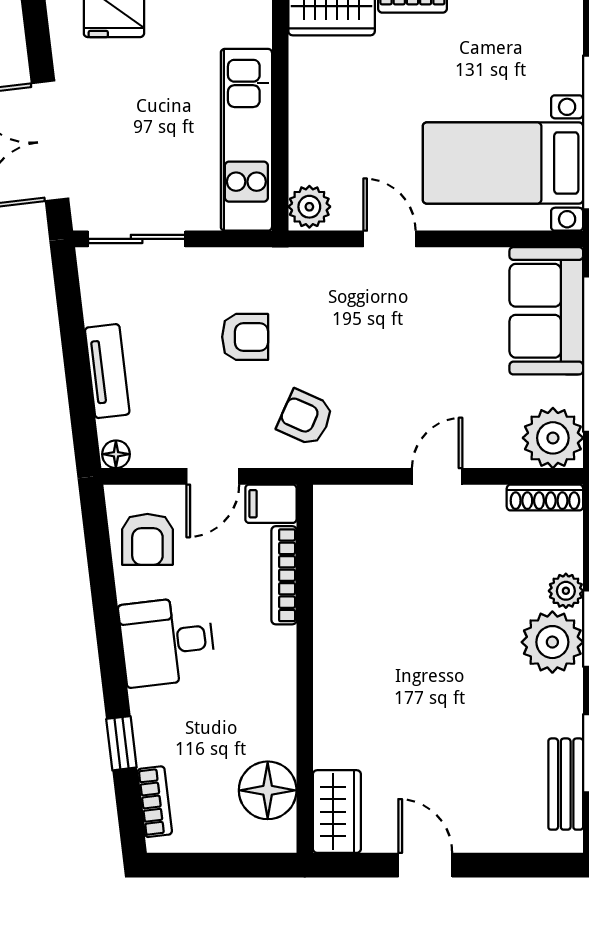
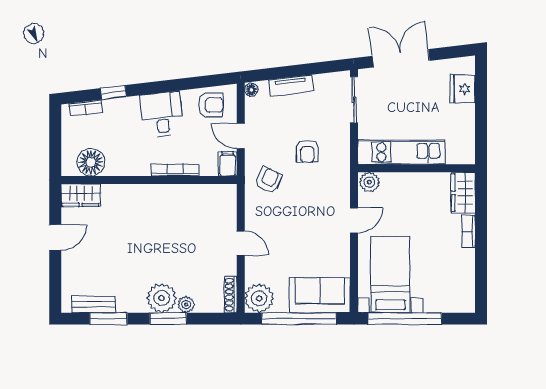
armchair: (147, 539) -> (211, 105), turned 180
bookcase: (284, 575) -> (175, 170), moved

